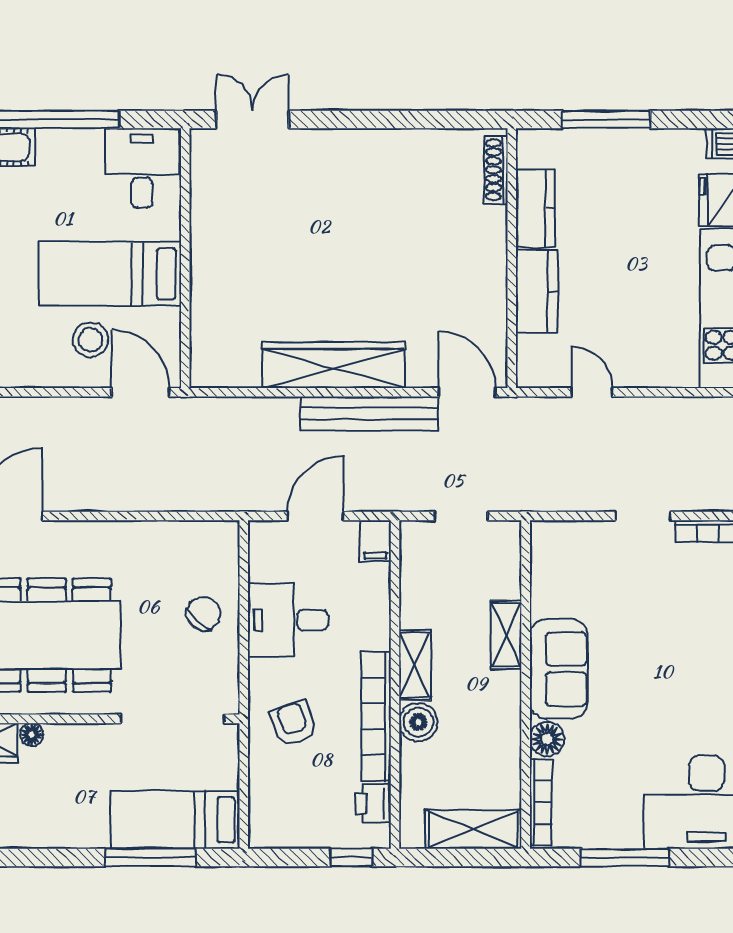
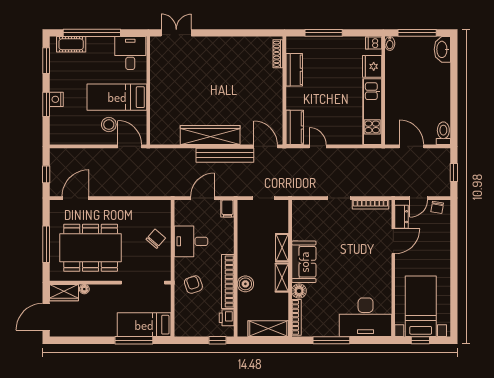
kitchen counter: (537, 291) -> (295, 127), moved
shelving: (415, 665) -> (282, 278), moved

